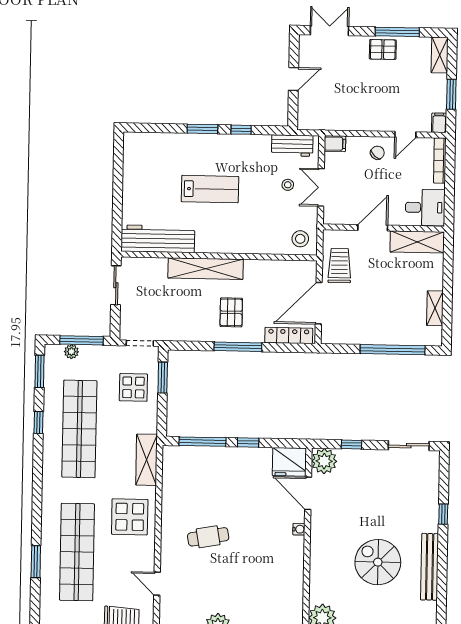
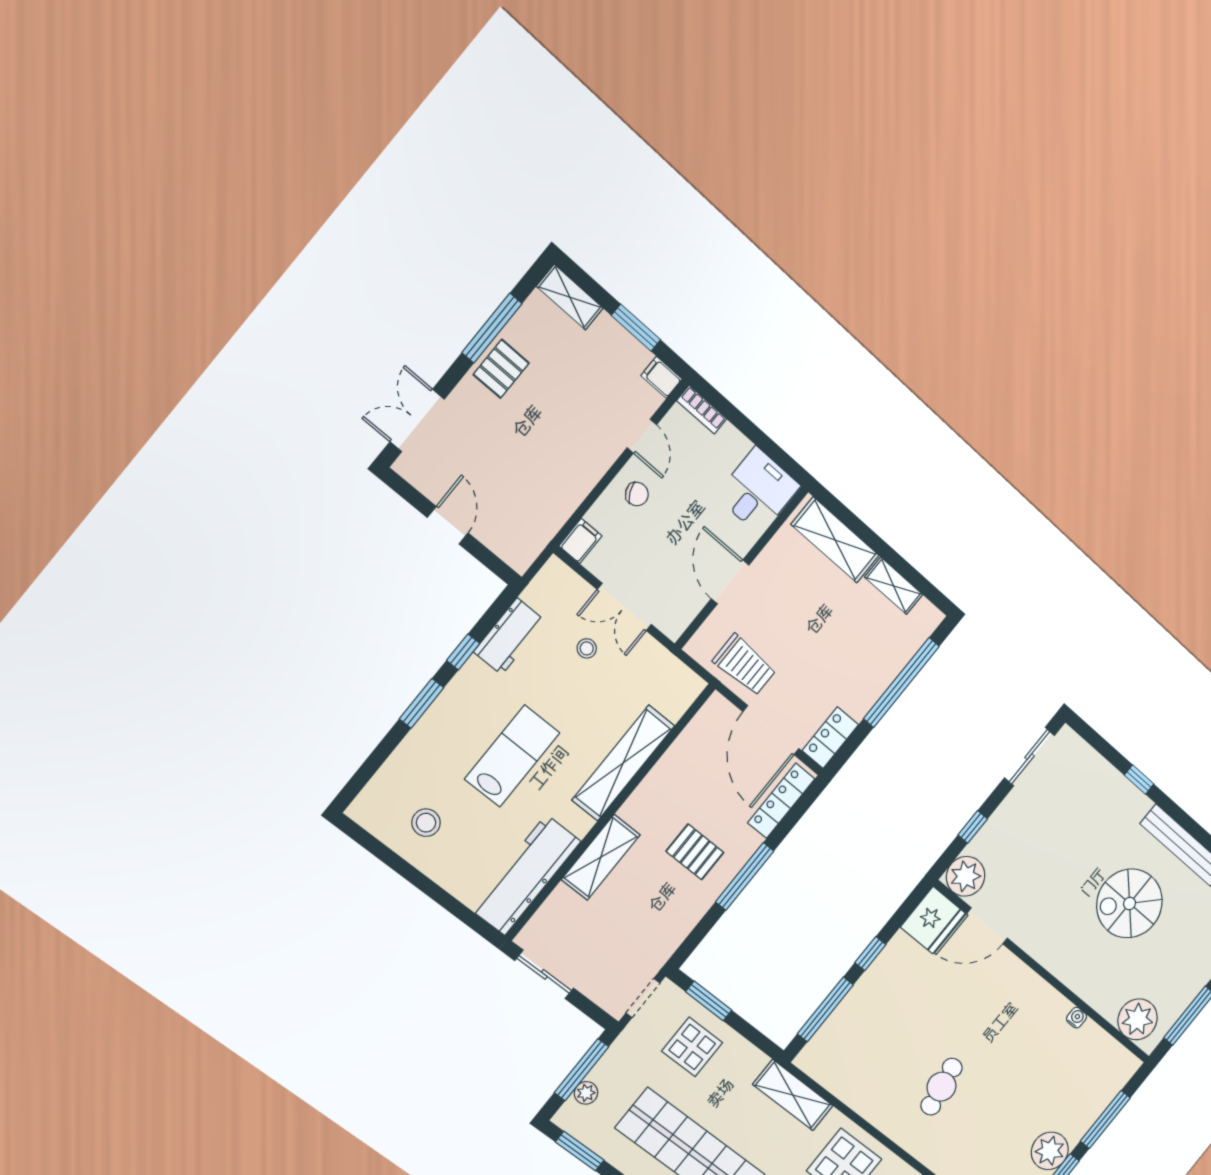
workbench: (292, 146) -> (509, 636), moved
chair: (377, 153) -> (637, 494), turned 112
bookcase: (440, 161) -> (702, 410), width x0.64
stool: (300, 239) -> (426, 823), moved
shelving: (417, 242) -> (835, 540), moved, turned 90
shelving: (247, 244) -> (623, 763), added
trolley: (339, 266) -> (745, 665), turned 180
shelving: (206, 269) -> (601, 857), width x0.68
locker: (338, 336) -> (830, 738), added
water cooler: (299, 529) -> (1077, 1018), moved

